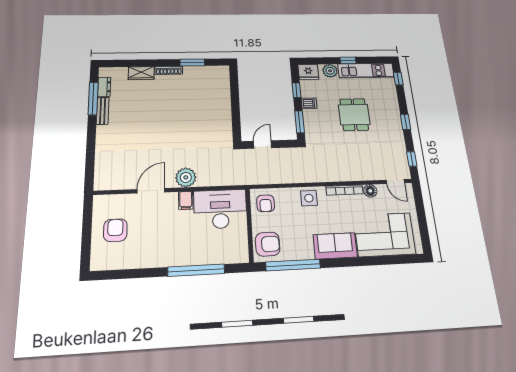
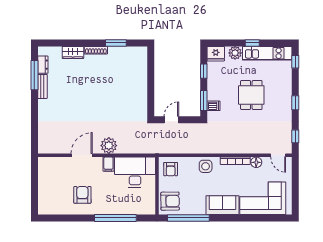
dishwasher: (309, 103) -> (214, 106), moved
armchair: (115, 230) -> (82, 195), moved

